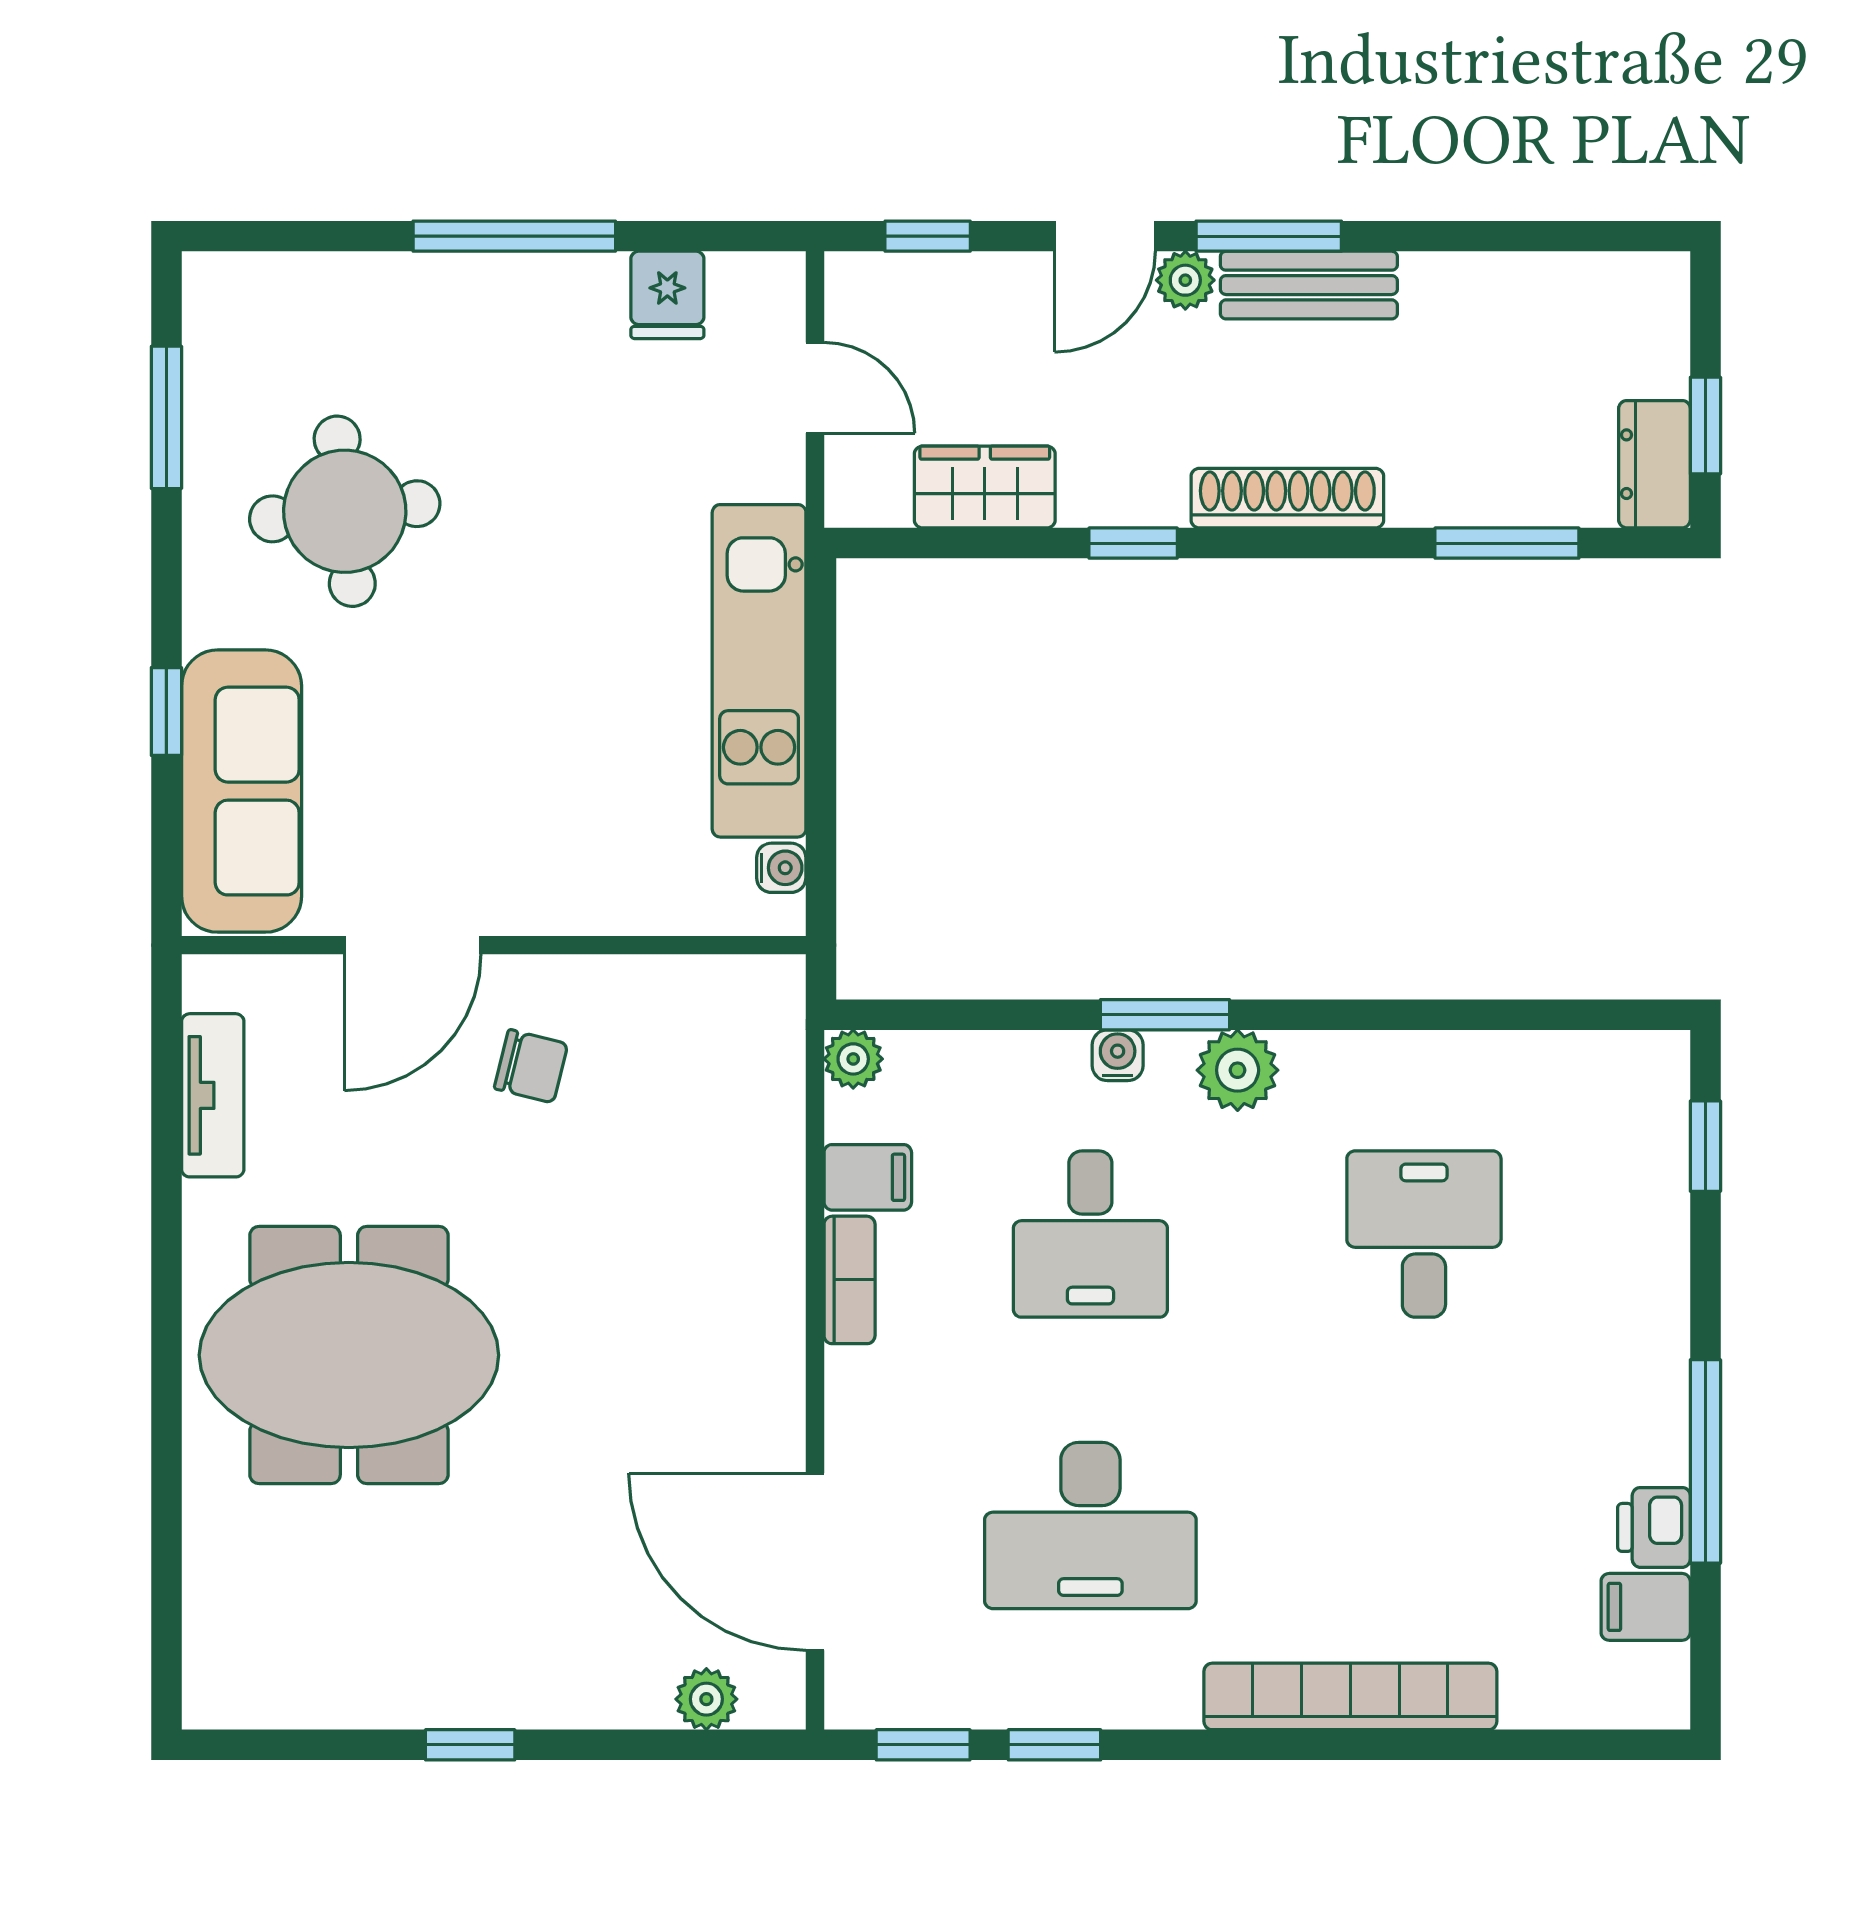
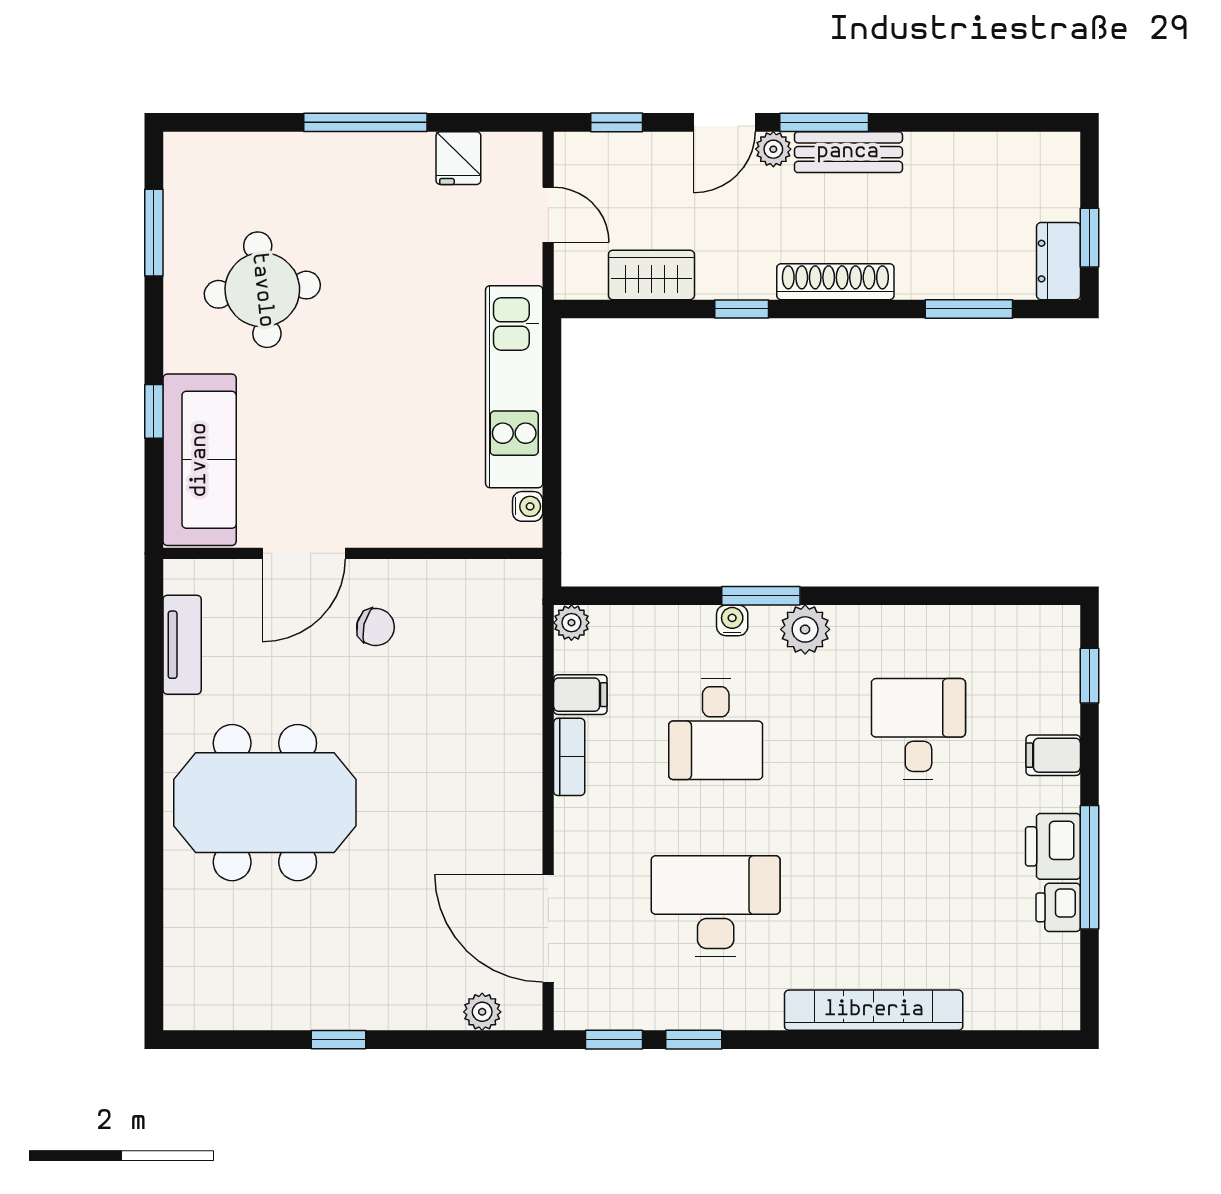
printer: (1645, 1427) -> (1053, 846), added
desk: (1090, 1525) -> (716, 906), turned 180
filing cabinet: (1646, 1607) -> (1053, 755), moved

